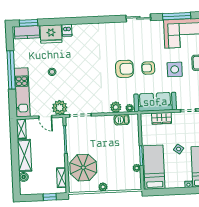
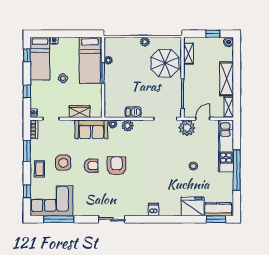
sliding door: (138, 18) -> (112, 219), moved
dishwasher: (67, 30) -> (153, 210), moved
armchair: (124, 69) -> (117, 166), turned 90
sofa: (155, 102) -> (91, 129), width x0.73
door: (45, 117) -> (203, 119), hinge flipped
barbecue: (122, 120) -> (133, 112), moved
boiler: (24, 177) -> (229, 42), moved
window: (50, 197) -> (213, 34), moved

